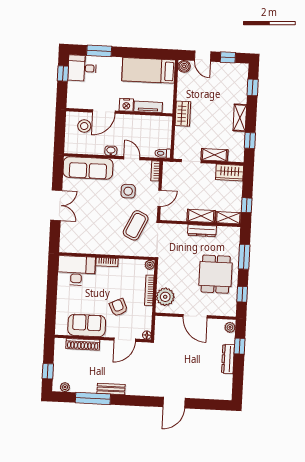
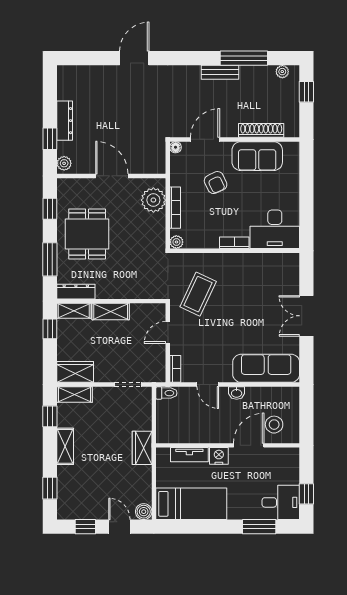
shelving: (214, 155) -> (74, 395), moved
side table: (128, 191) -> (211, 340), removed
dresser: (202, 231) -> (76, 292), moved

